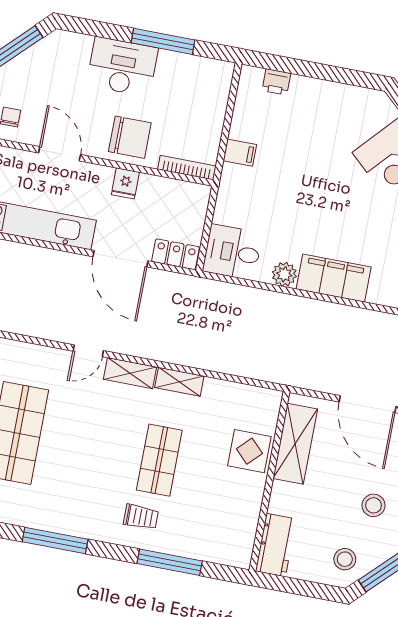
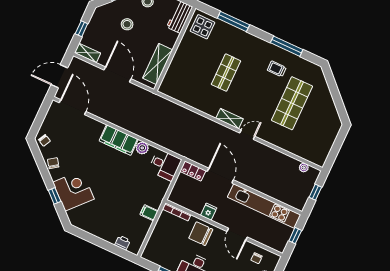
shelving: (179, 382) -> (207, 108), removed
display table: (249, 451) -> (202, 27), moved
trolley: (141, 517) -> (277, 69), moved

